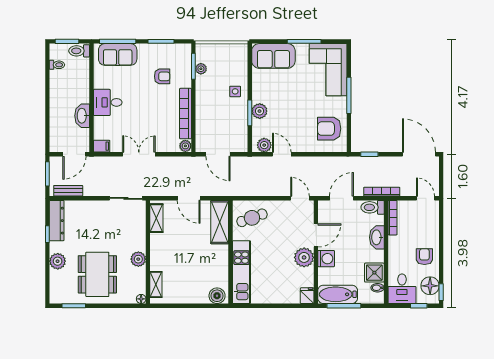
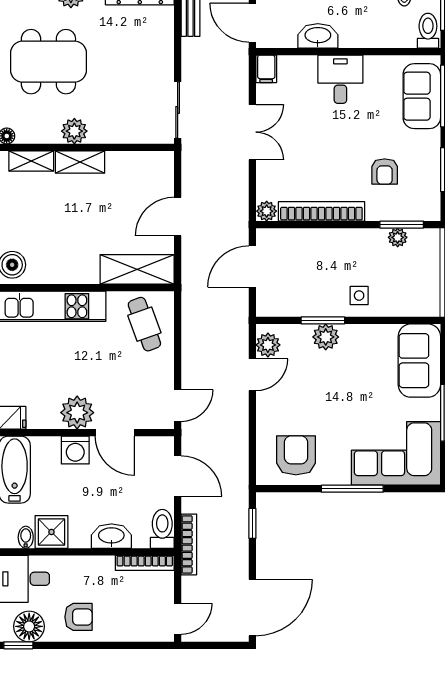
shelving: (156, 218) -> (80, 162), moved

